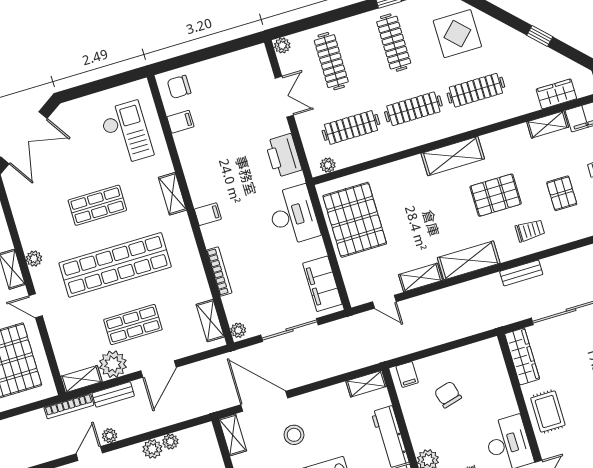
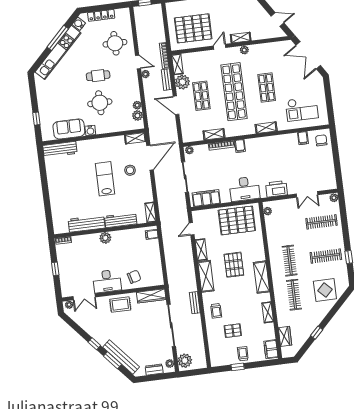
shelving: (548, 125) -> (268, 312), moved
clothes rail: (351, 127) -> (285, 226), removed
pallet: (496, 195) -> (234, 265), moved
filing cabinet: (208, 214) -> (240, 146), moved
shelving: (210, 321) -> (214, 134), moved
chair: (448, 395) -> (134, 277), moved
plant: (152, 449) -> (137, 116), moved

